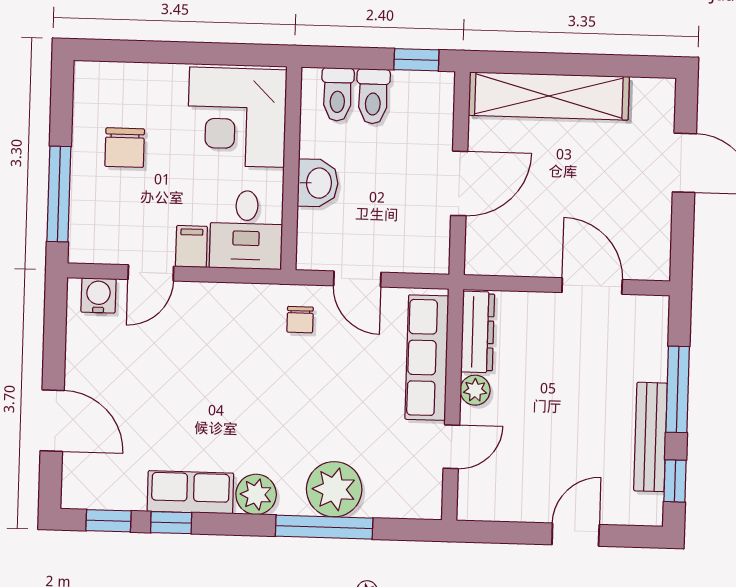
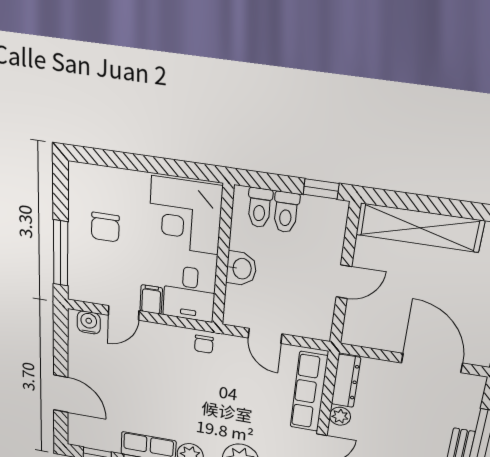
door: (459, 183) -> (344, 282), width x0.73
door: (592, 286) -> (432, 363), width x1.36
chair: (300, 320) -> (204, 344), moved

